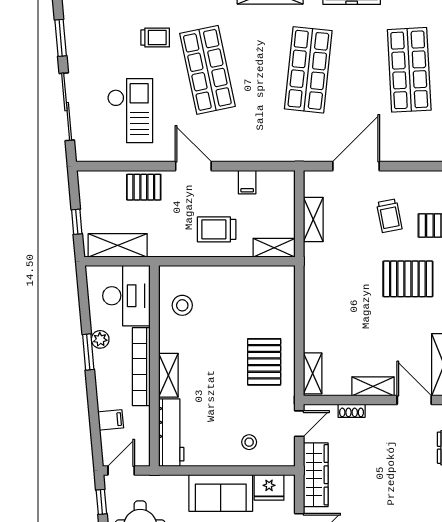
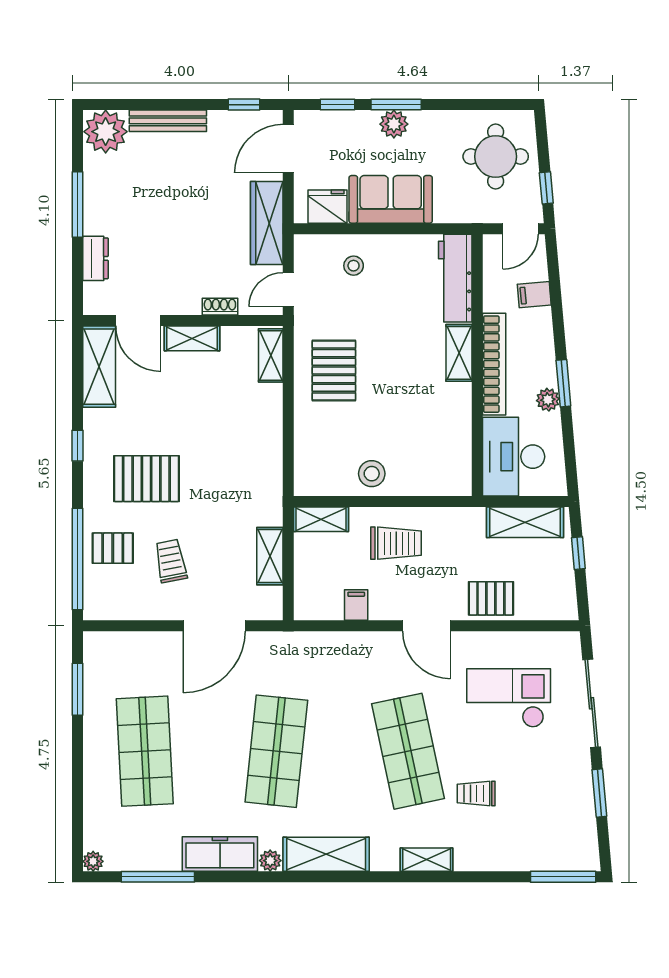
checkout: (130, 111) -> (509, 698), turned 90
stool: (182, 305) -> (372, 474), moved

